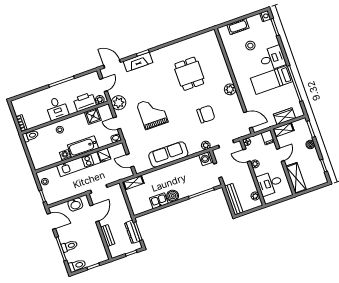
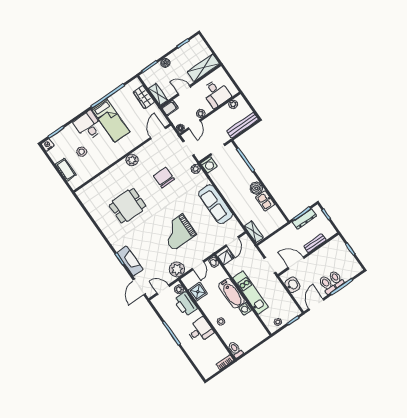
fridge: (104, 155) -> (226, 257), moved
toilet: (77, 266) -> (327, 285), moved

